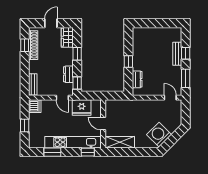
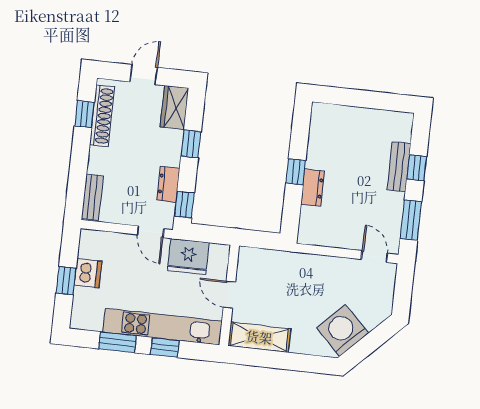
dresser: (137, 79) -> (313, 188), moved
dishwasher: (35, 106) -> (88, 273), moved
window: (88, 152) -> (165, 347), moved

